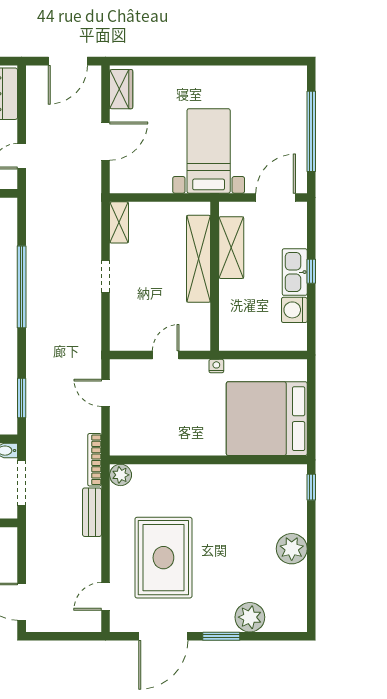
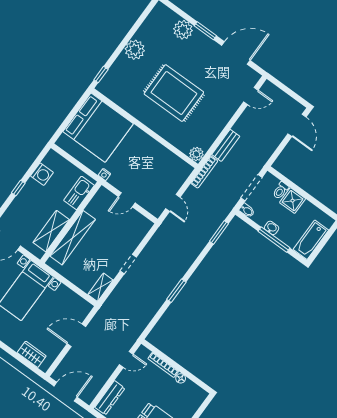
wardrobe: (121, 89) -> (32, 354), moved, turned 90
kitchen sink: (295, 272) -> (79, 193), moved, turned 180
window: (22, 287) -> (176, 291), width x0.47
rug: (163, 558) -> (174, 93), moved, turned 90

